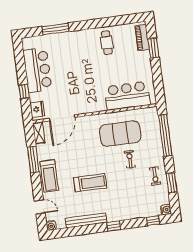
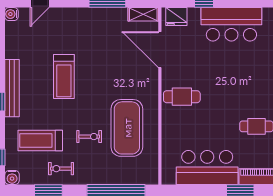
bar counter: (127, 96) -> (207, 167), moved, turned -90
cafe table: (93, 98) -> (182, 97), added
treadmill: (49, 176) -> (40, 140), moved
bench: (86, 220) -> (12, 88), moved

